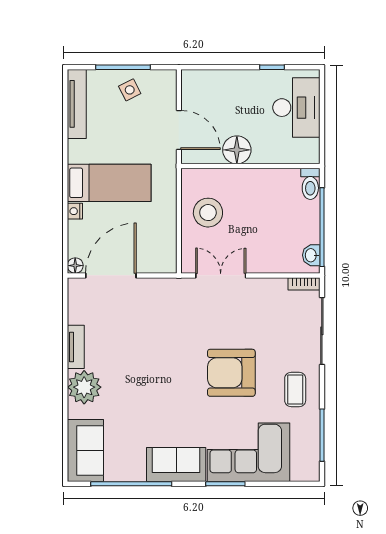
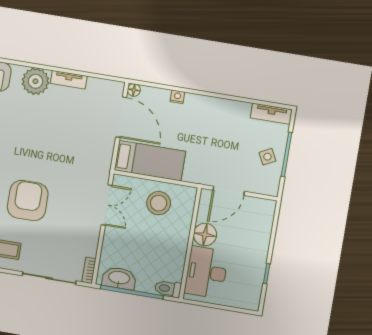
tv unit: (77, 104) -> (271, 114), width x0.71
desk: (296, 108) -> (206, 272), moved, turned 90
bed: (109, 183) -> (150, 161), moved, turned -90
washbasin: (311, 255) -> (119, 278), width x1.91, depth x1.45

